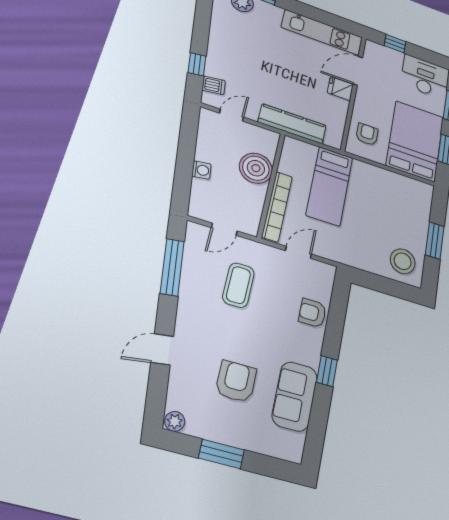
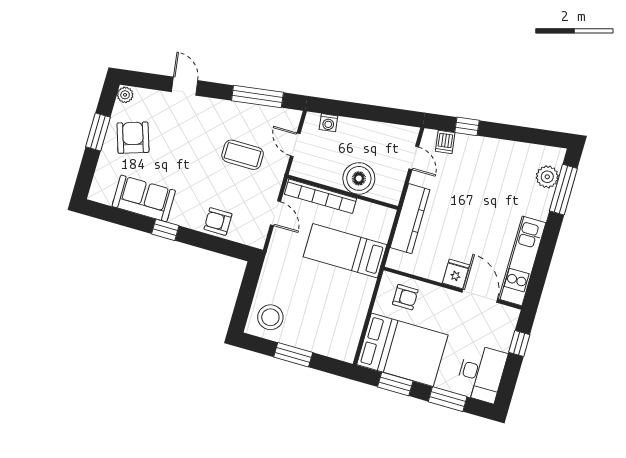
washing machine: (201, 170) -> (328, 123), moved
armchair: (312, 313) -> (218, 221), turned -90
armchair: (236, 381) -> (133, 138), moved, turned -108

